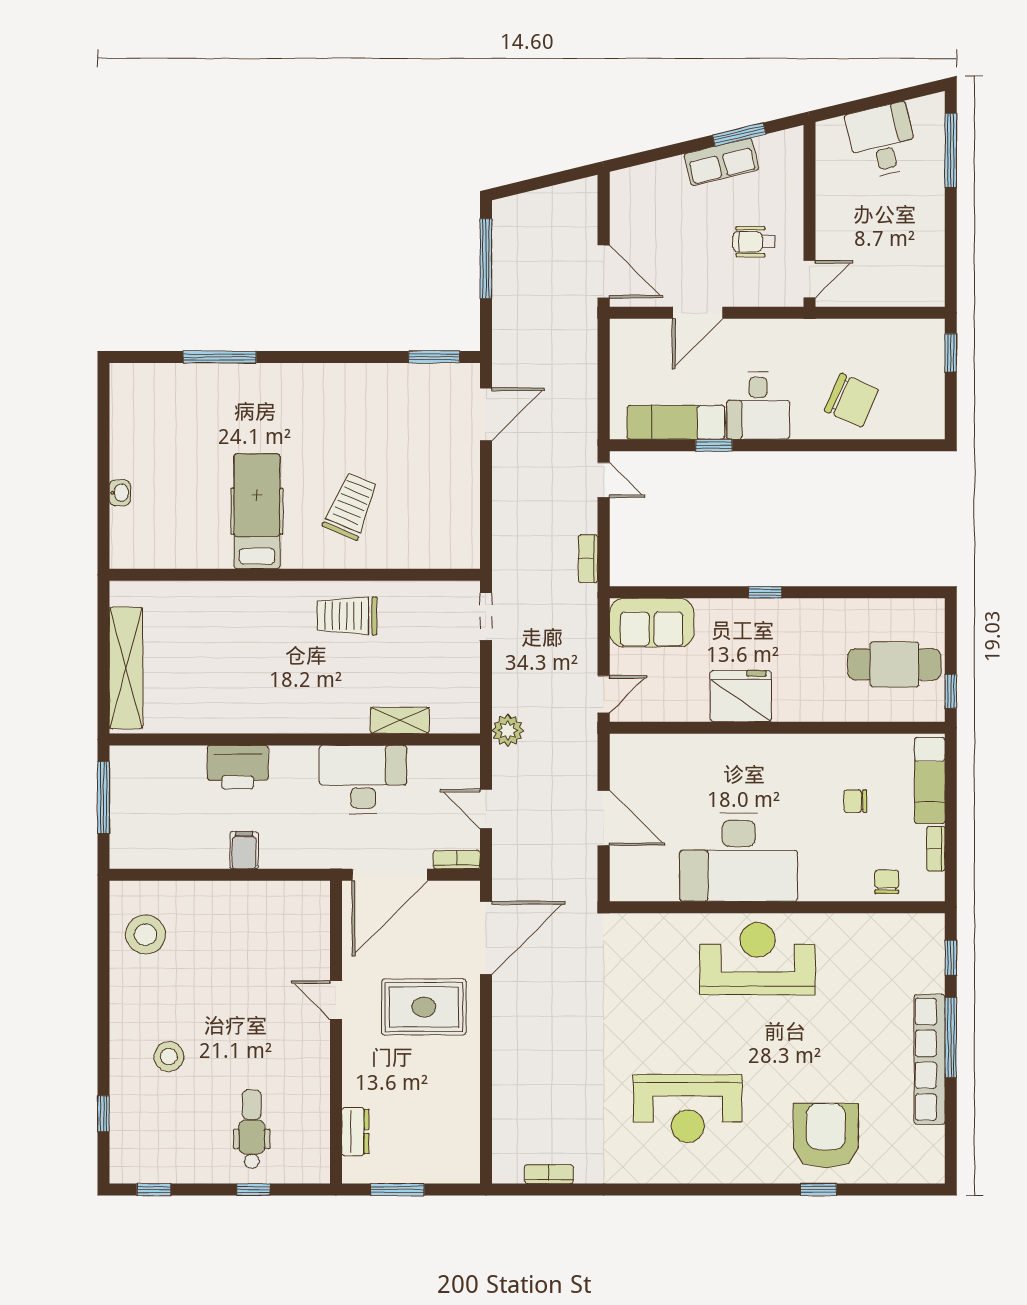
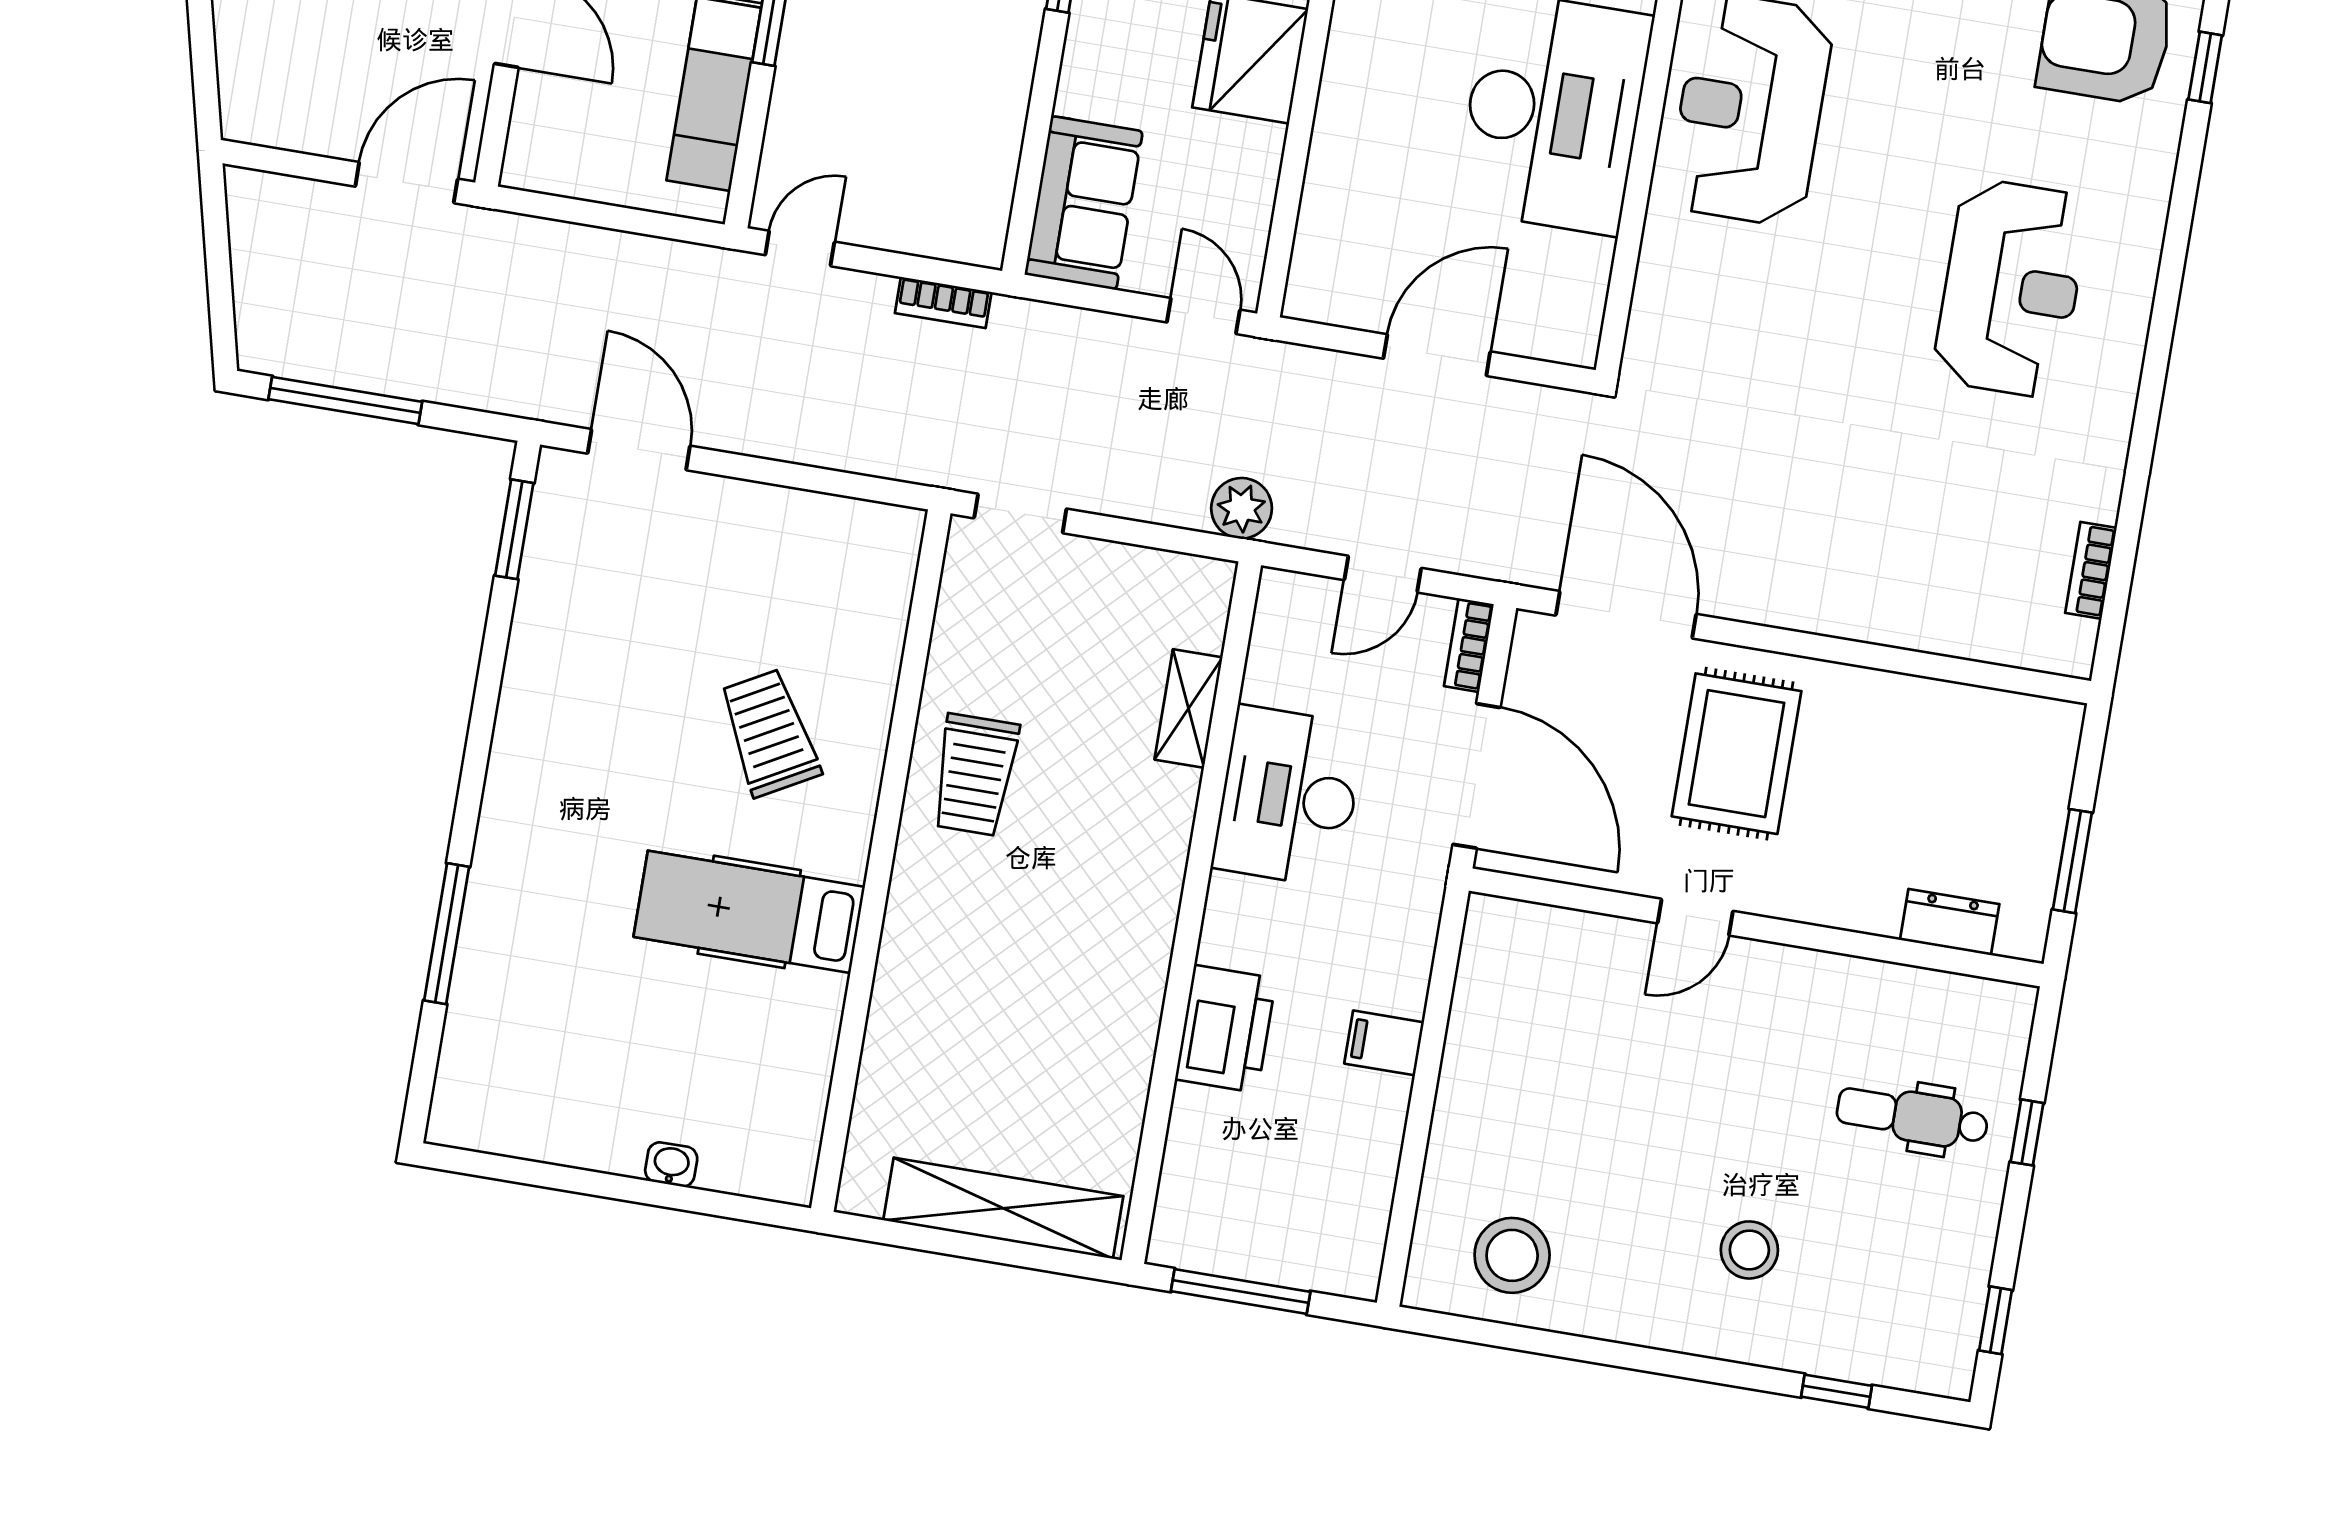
trolley: (351, 506) -> (769, 733), turned 38

